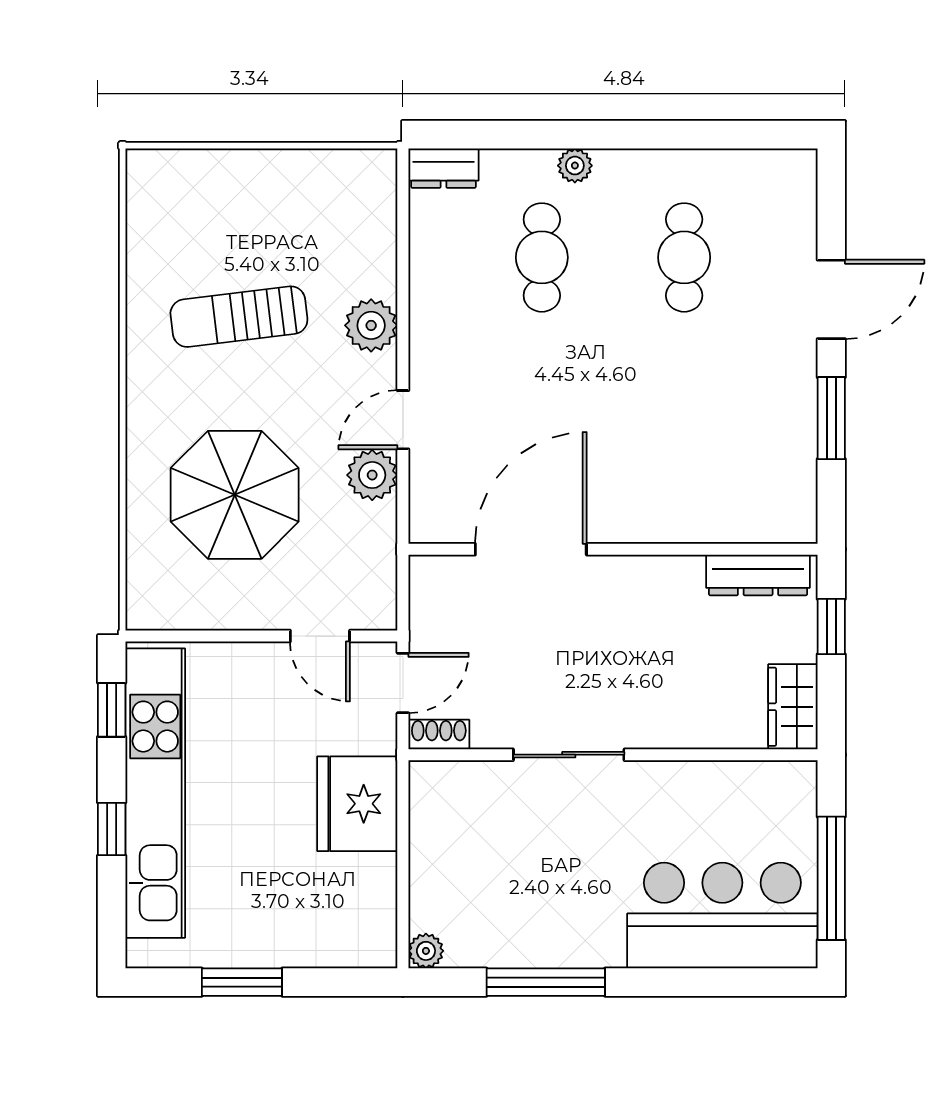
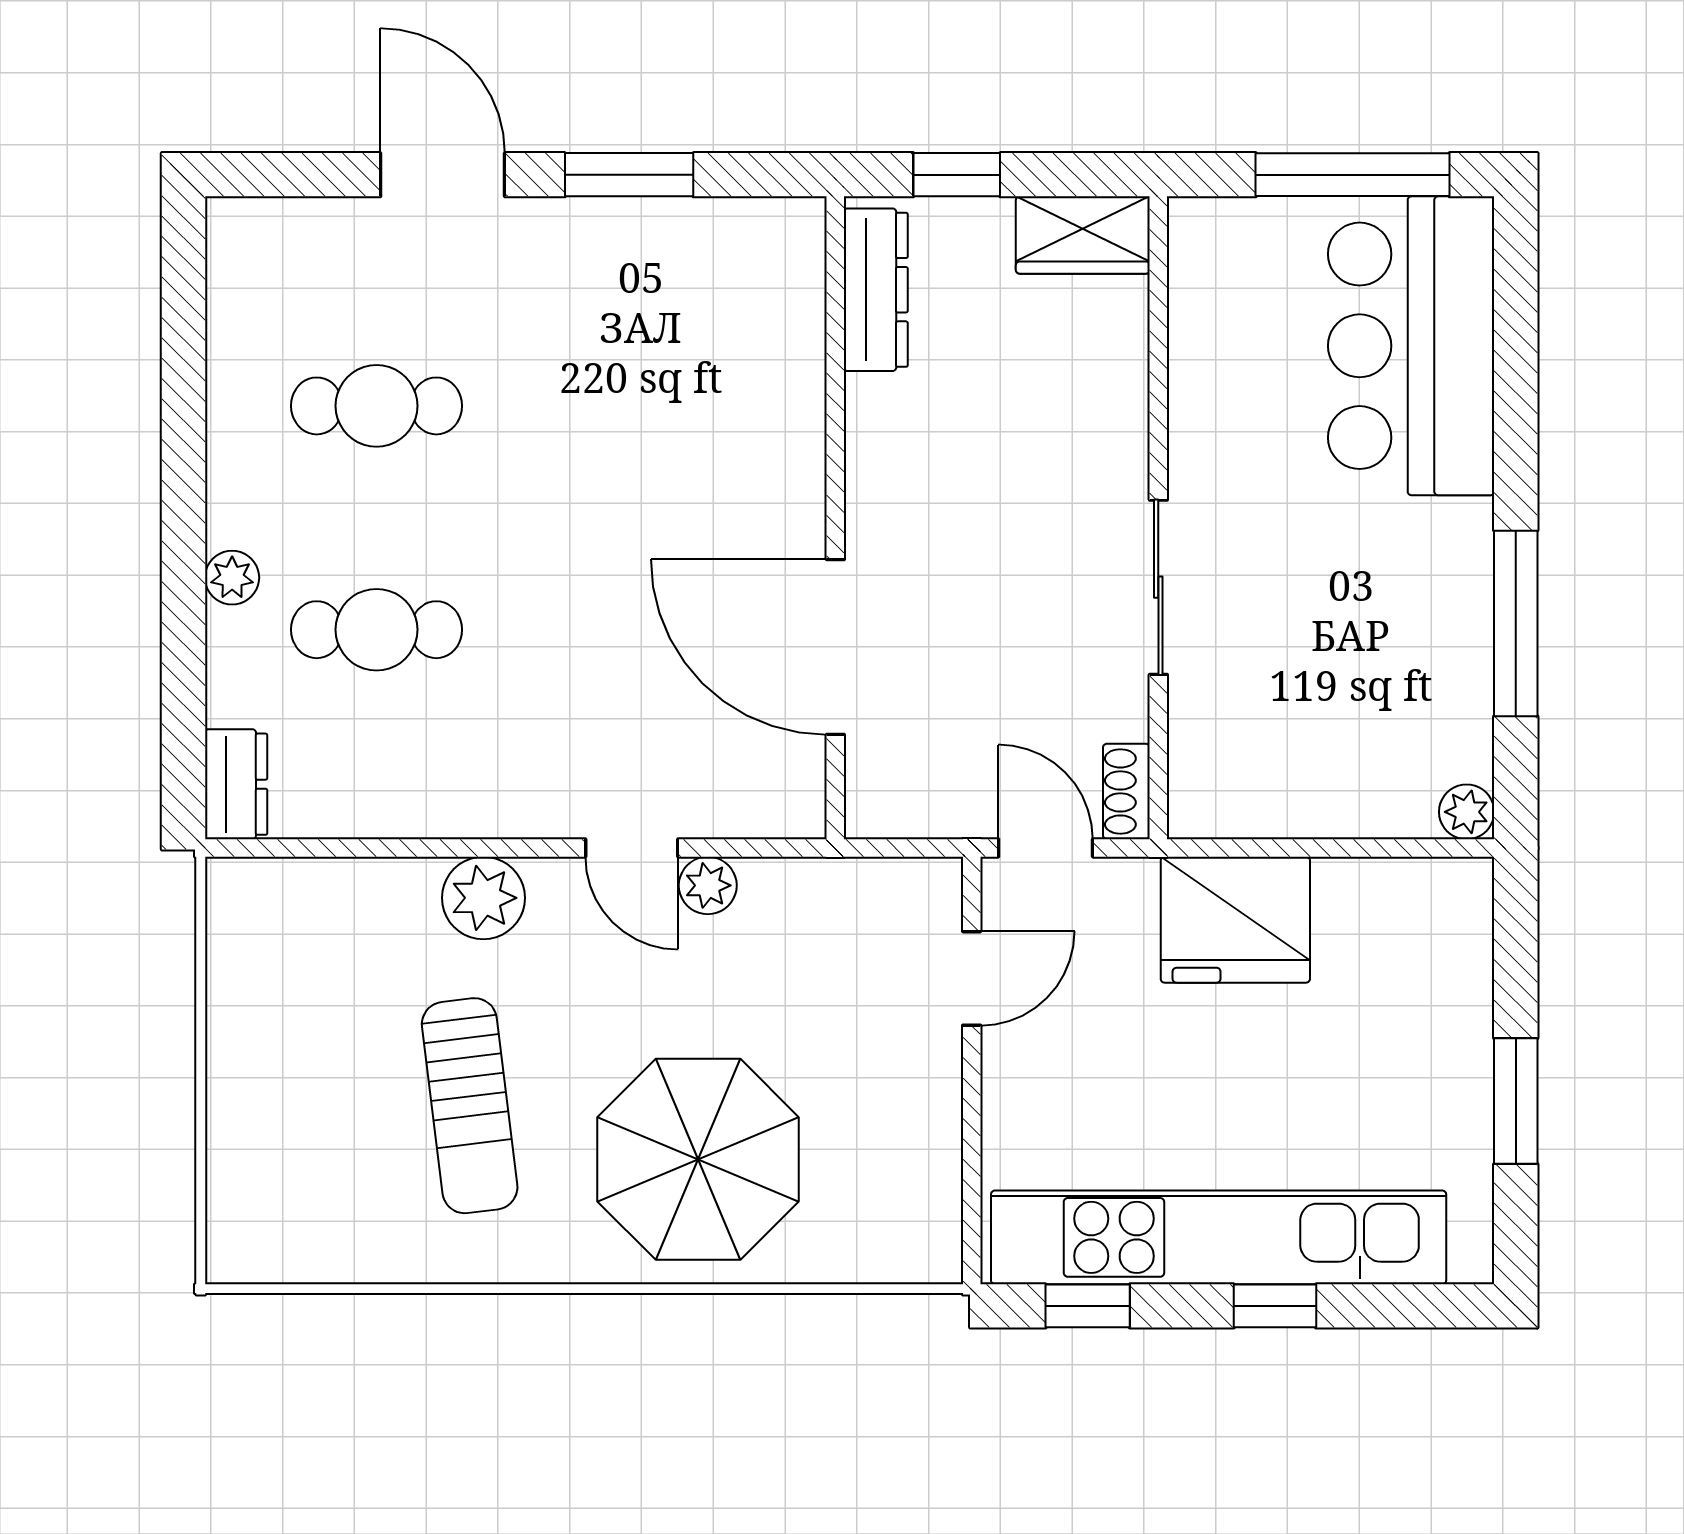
plant: (372, 475) -> (708, 885), width x0.73, depth x0.73
parasol: (235, 495) -> (698, 1159), moved

